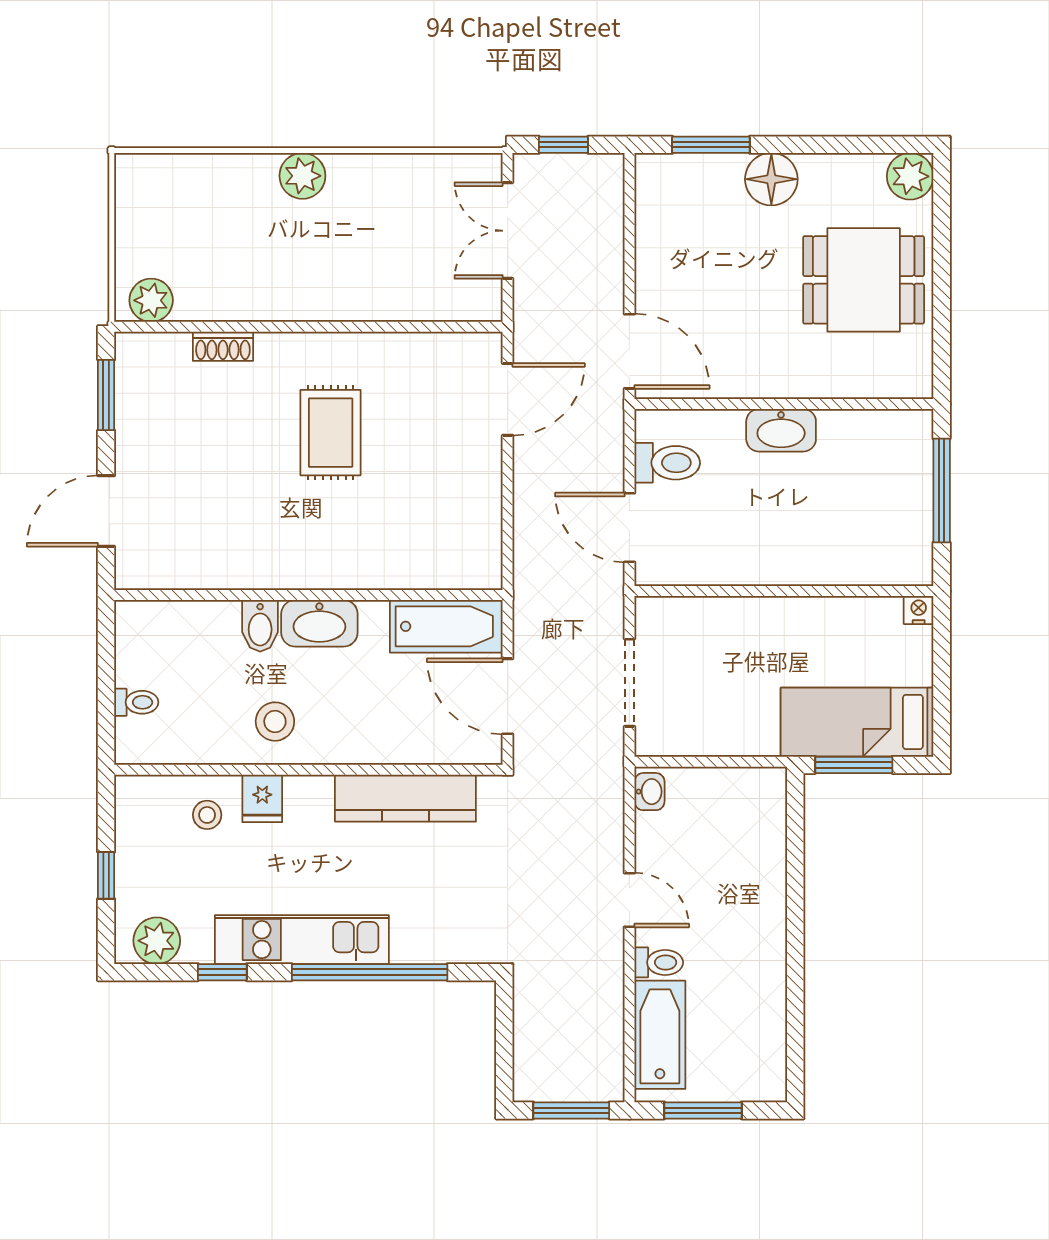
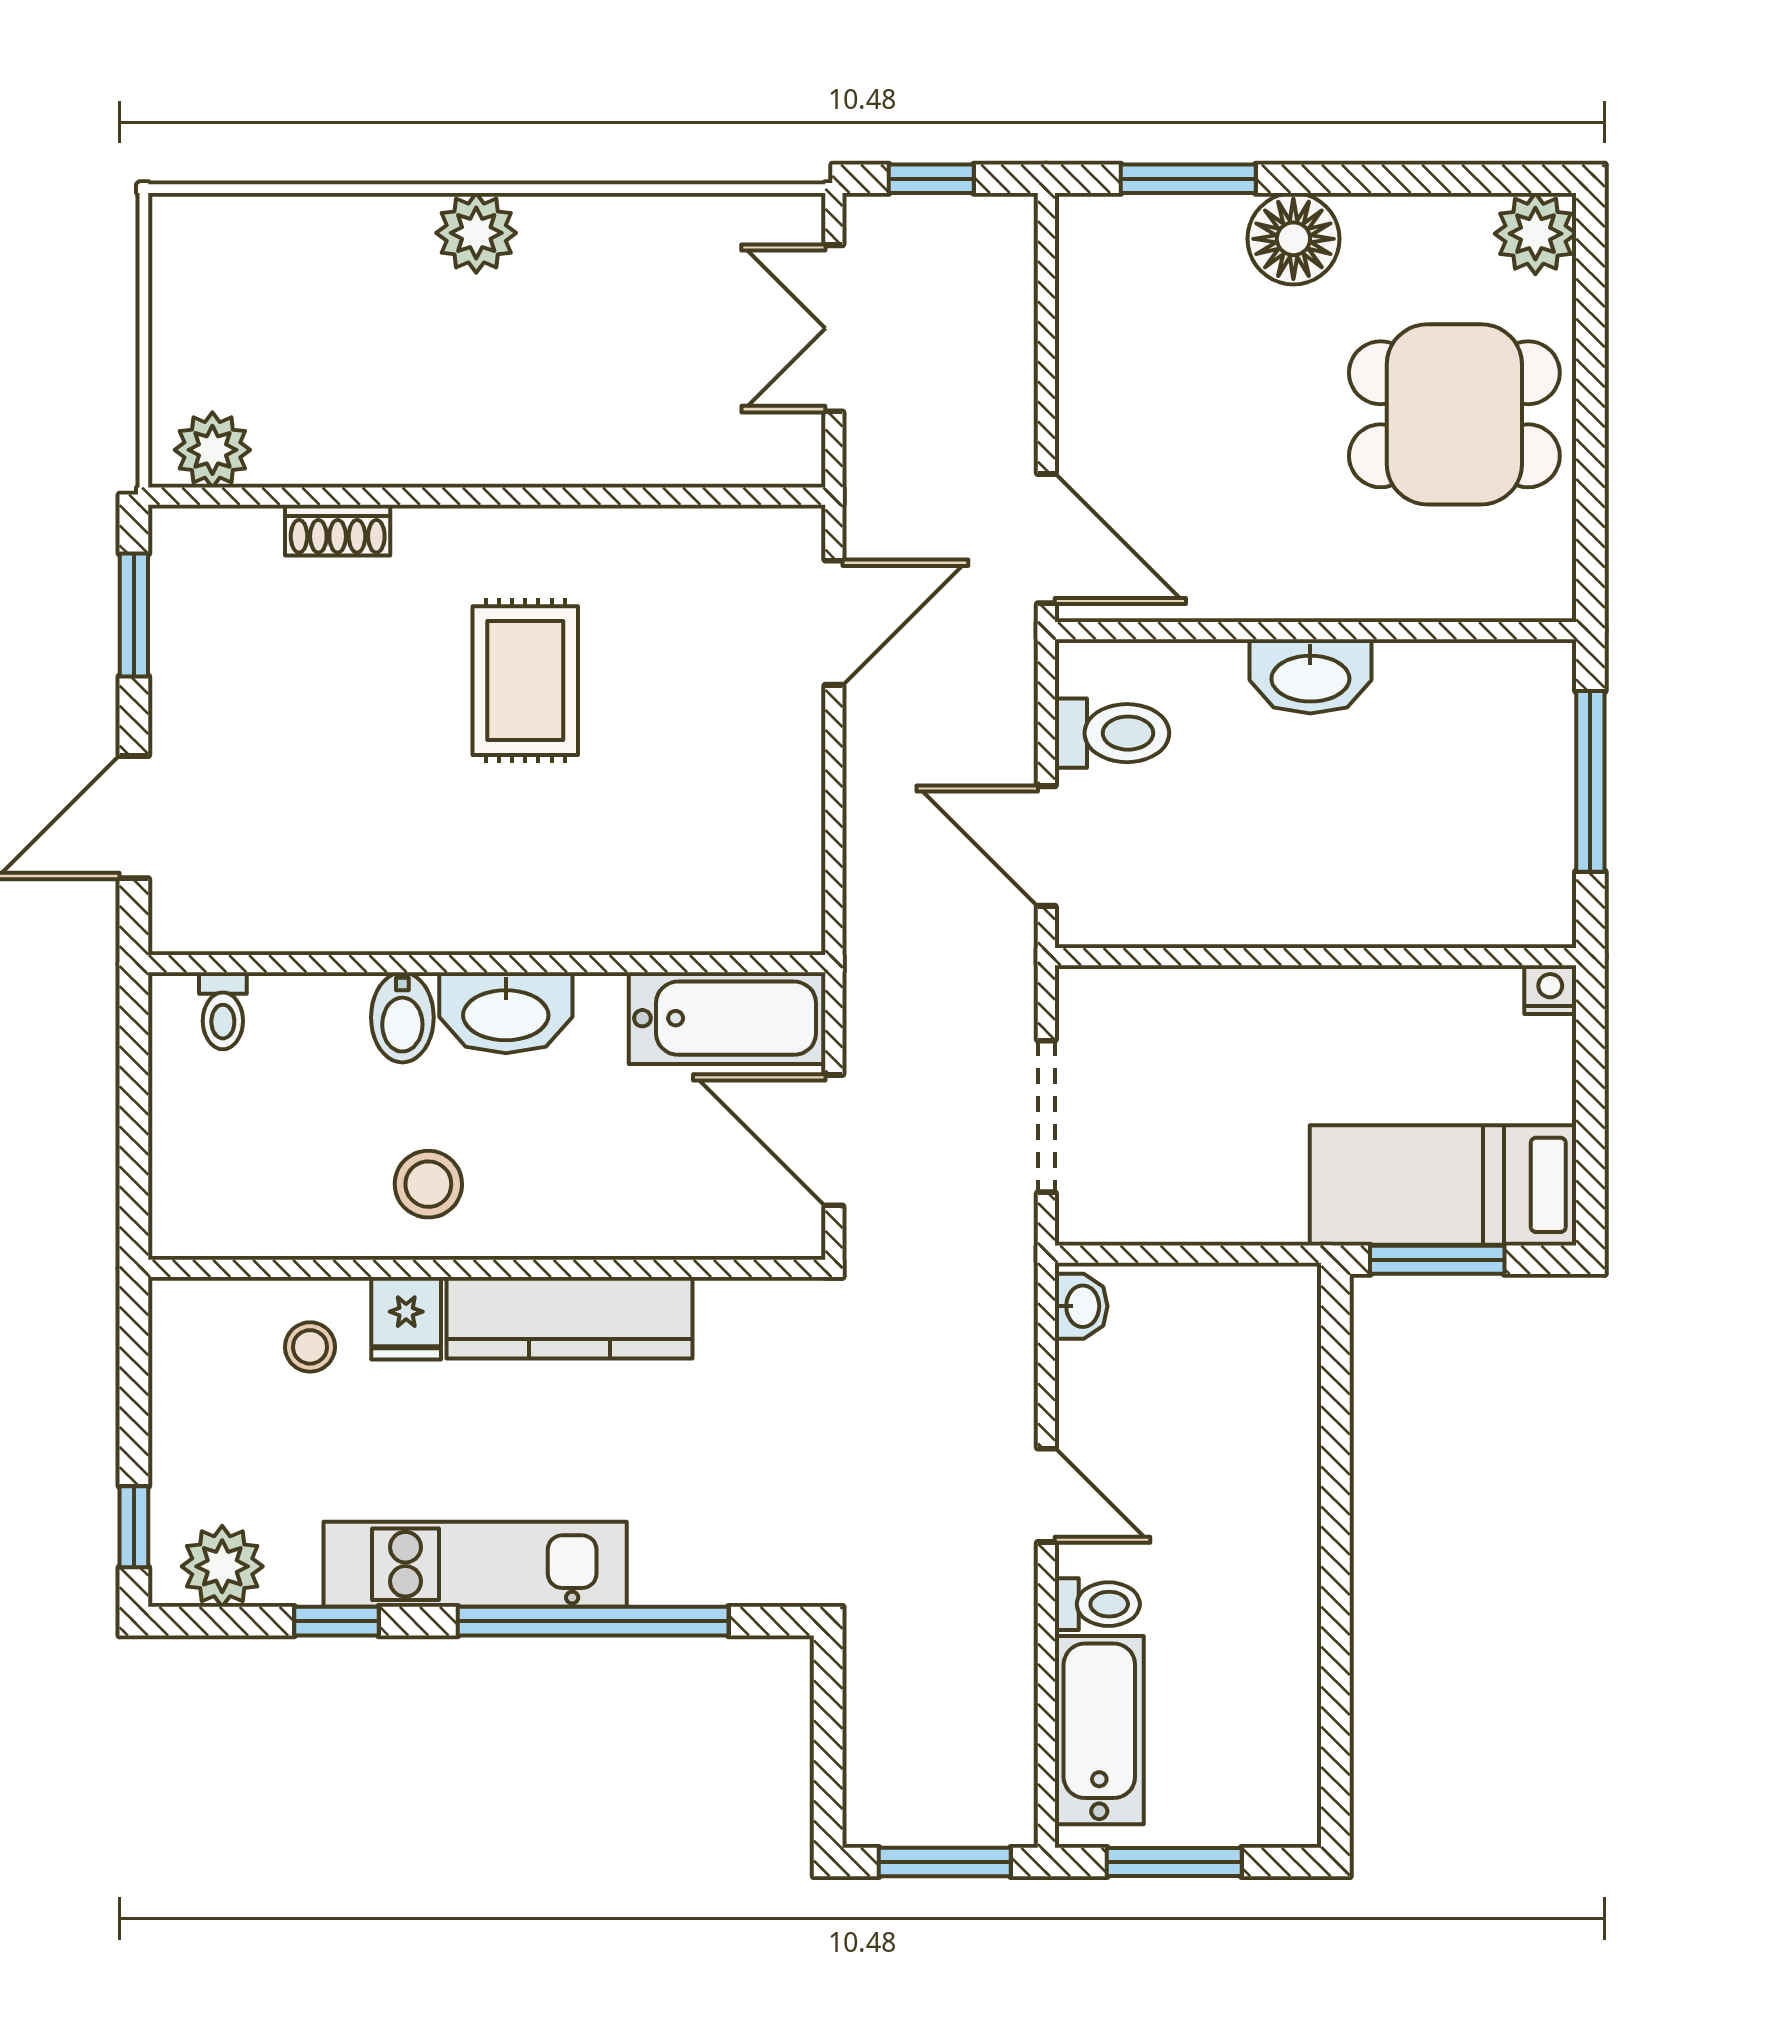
toilet: (136, 702) -> (223, 1011), moved, turned 90
kitchen counter: (405, 798) -> (570, 1318), moved
window: (106, 875) -> (134, 1527), moved

